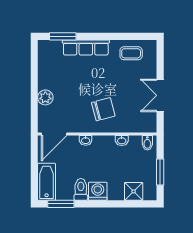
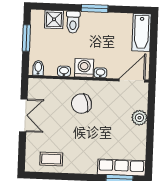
row of seats: (86, 48) -> (121, 168), moved
toilet: (81, 189) -> (73, 22), moved
washing machine: (98, 191) -> (84, 68), moved, turned 180
window: (61, 204) -> (95, 8), moved

